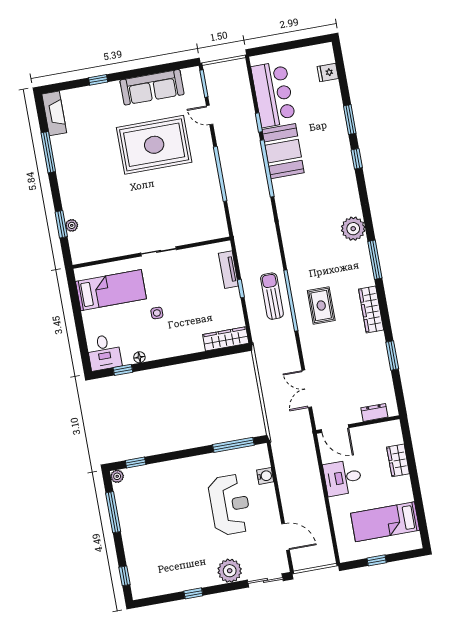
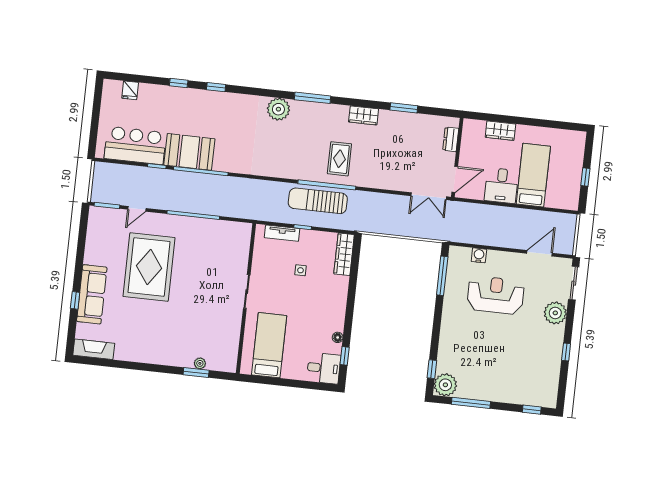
sofa: (152, 87) -> (92, 294), moved
window: (350, 120) -> (179, 83), width x0.67
window: (48, 152) -> (127, 365), removed
sun lounger: (272, 296) -> (318, 201), width x1.36, depth x1.34
rug: (321, 306) -> (339, 159), turned 90
wardrobe: (371, 309) -> (364, 115), width x0.67
side table: (157, 313) -> (300, 270), moved
double door: (307, 389) -> (429, 196), moved
plant: (117, 476) -> (445, 385), width x1.88, depth x1.88
bed: (385, 522) -> (533, 175), moved, turned 180

